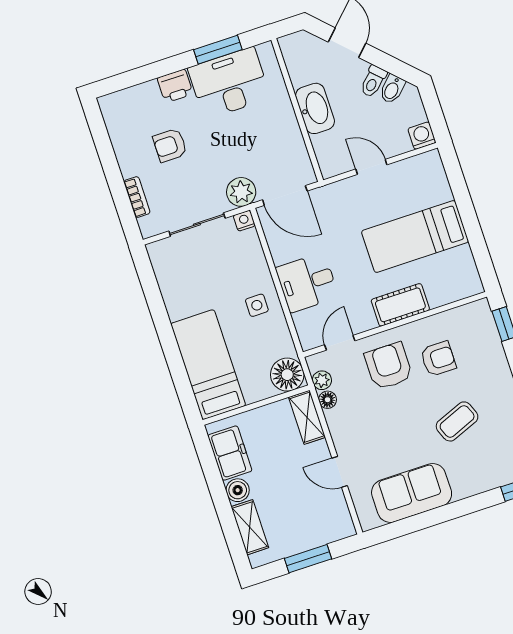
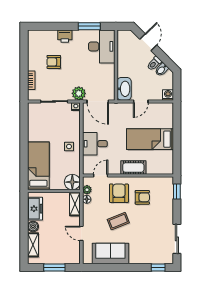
desk: (229, 83) -> (102, 46), moved, turned 90
washbasin: (315, 108) -> (124, 89), moved
door: (371, 167) -> (141, 101), swing flipped
coffee table: (457, 421) -> (118, 221), moved

